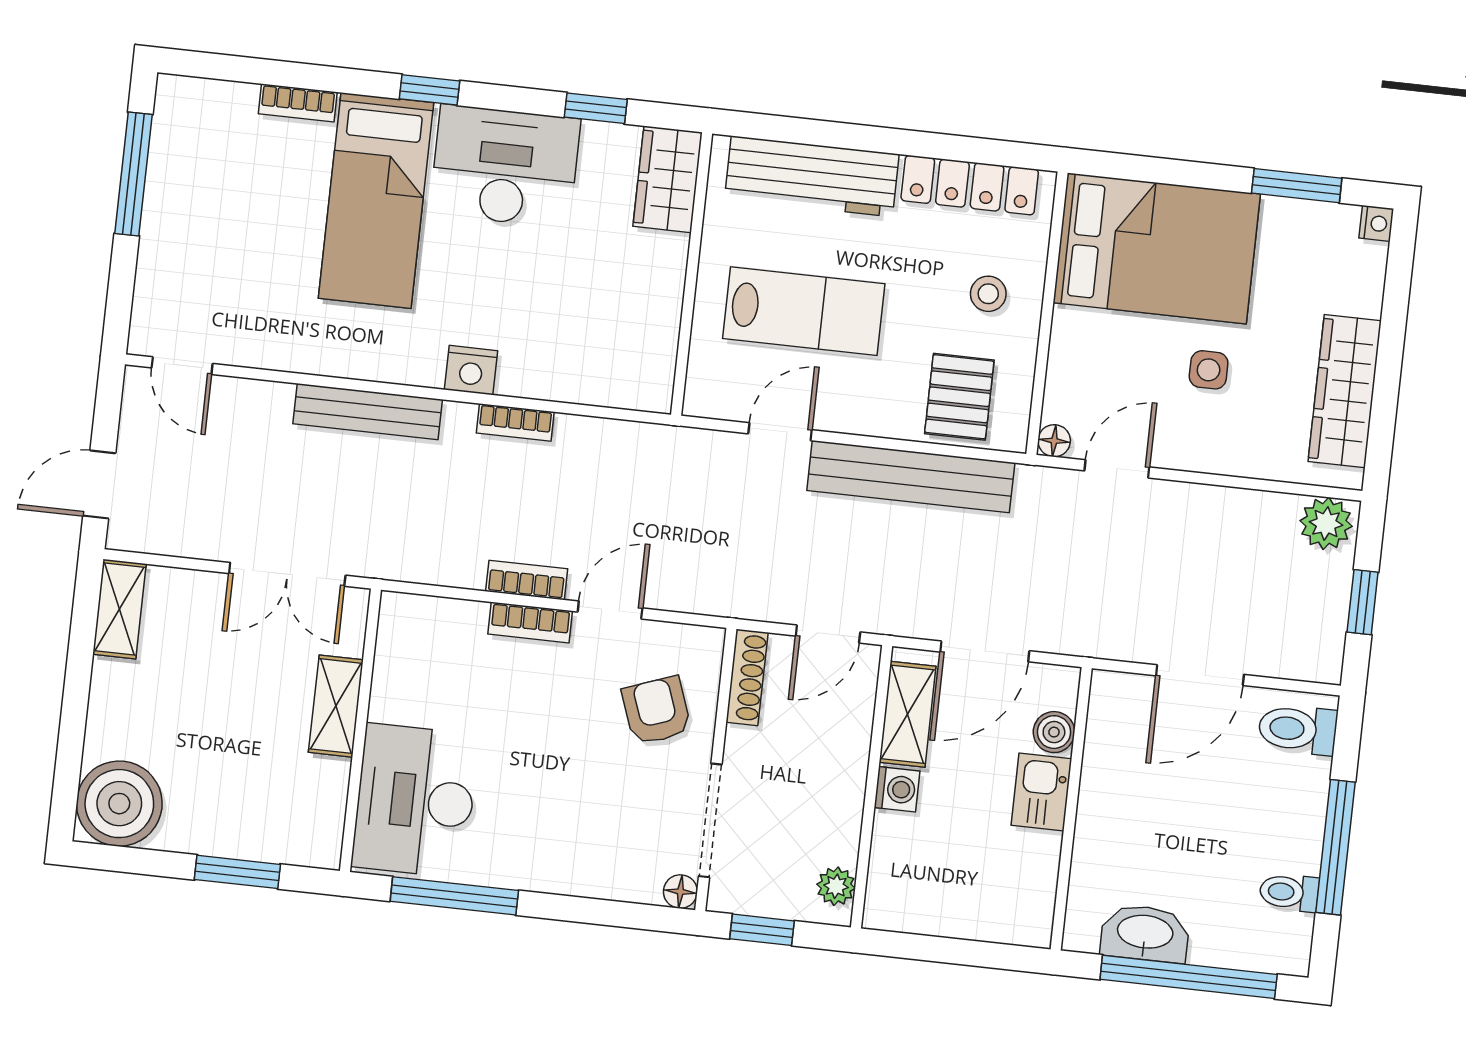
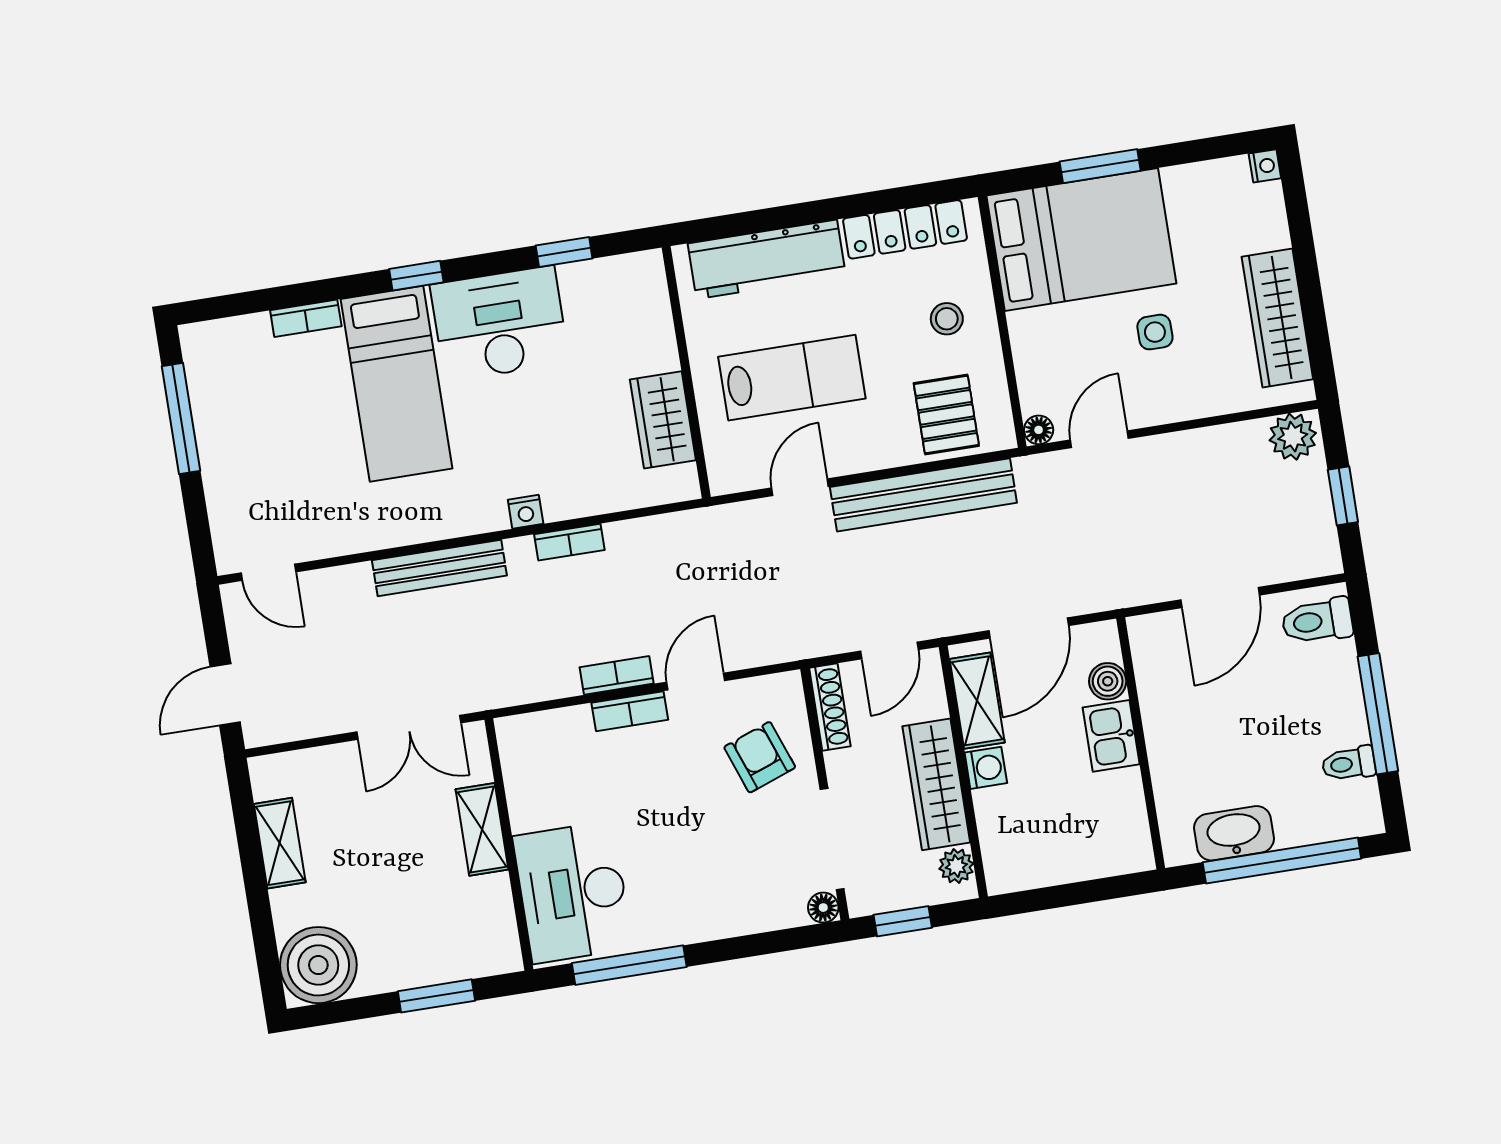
wardrobe: (668, 179) -> (663, 420), moved
window: (1297, 186) -> (1100, 166), moved
nightstand: (471, 370) -> (526, 512), width x0.72, depth x0.74
shelving: (119, 609) -> (280, 843), moved
wardrobe: (839, 792) -> (936, 784), added

